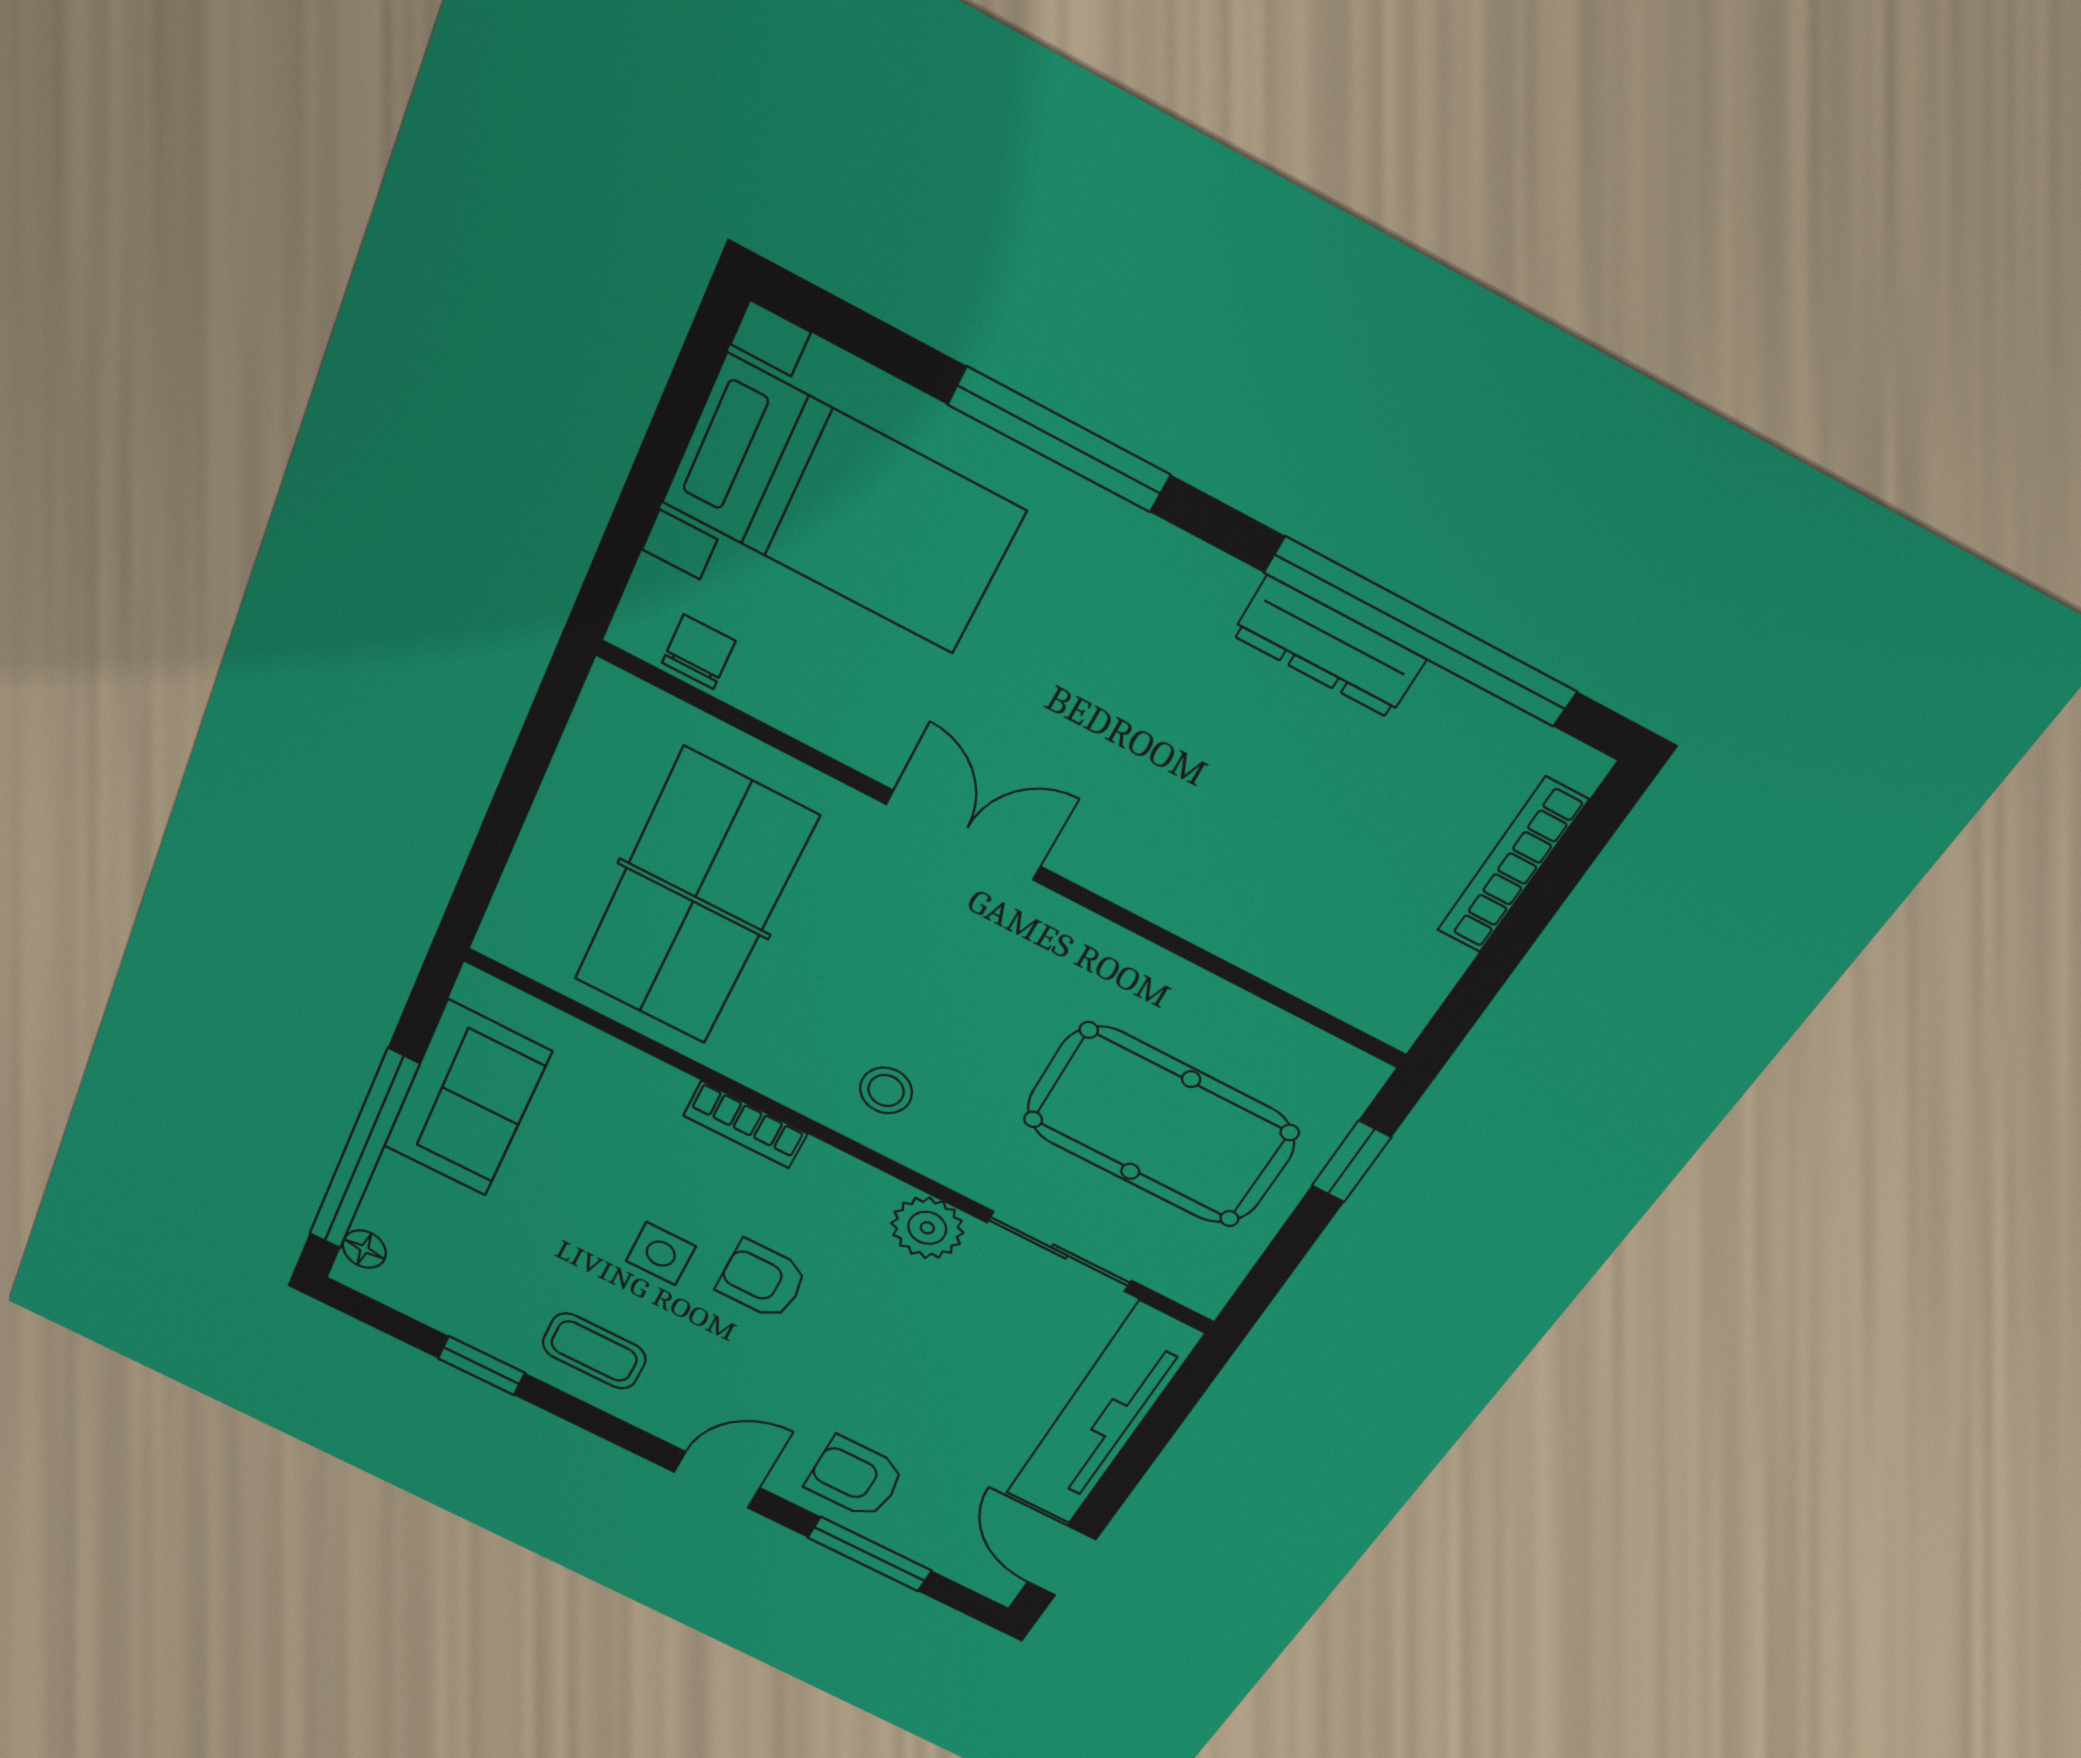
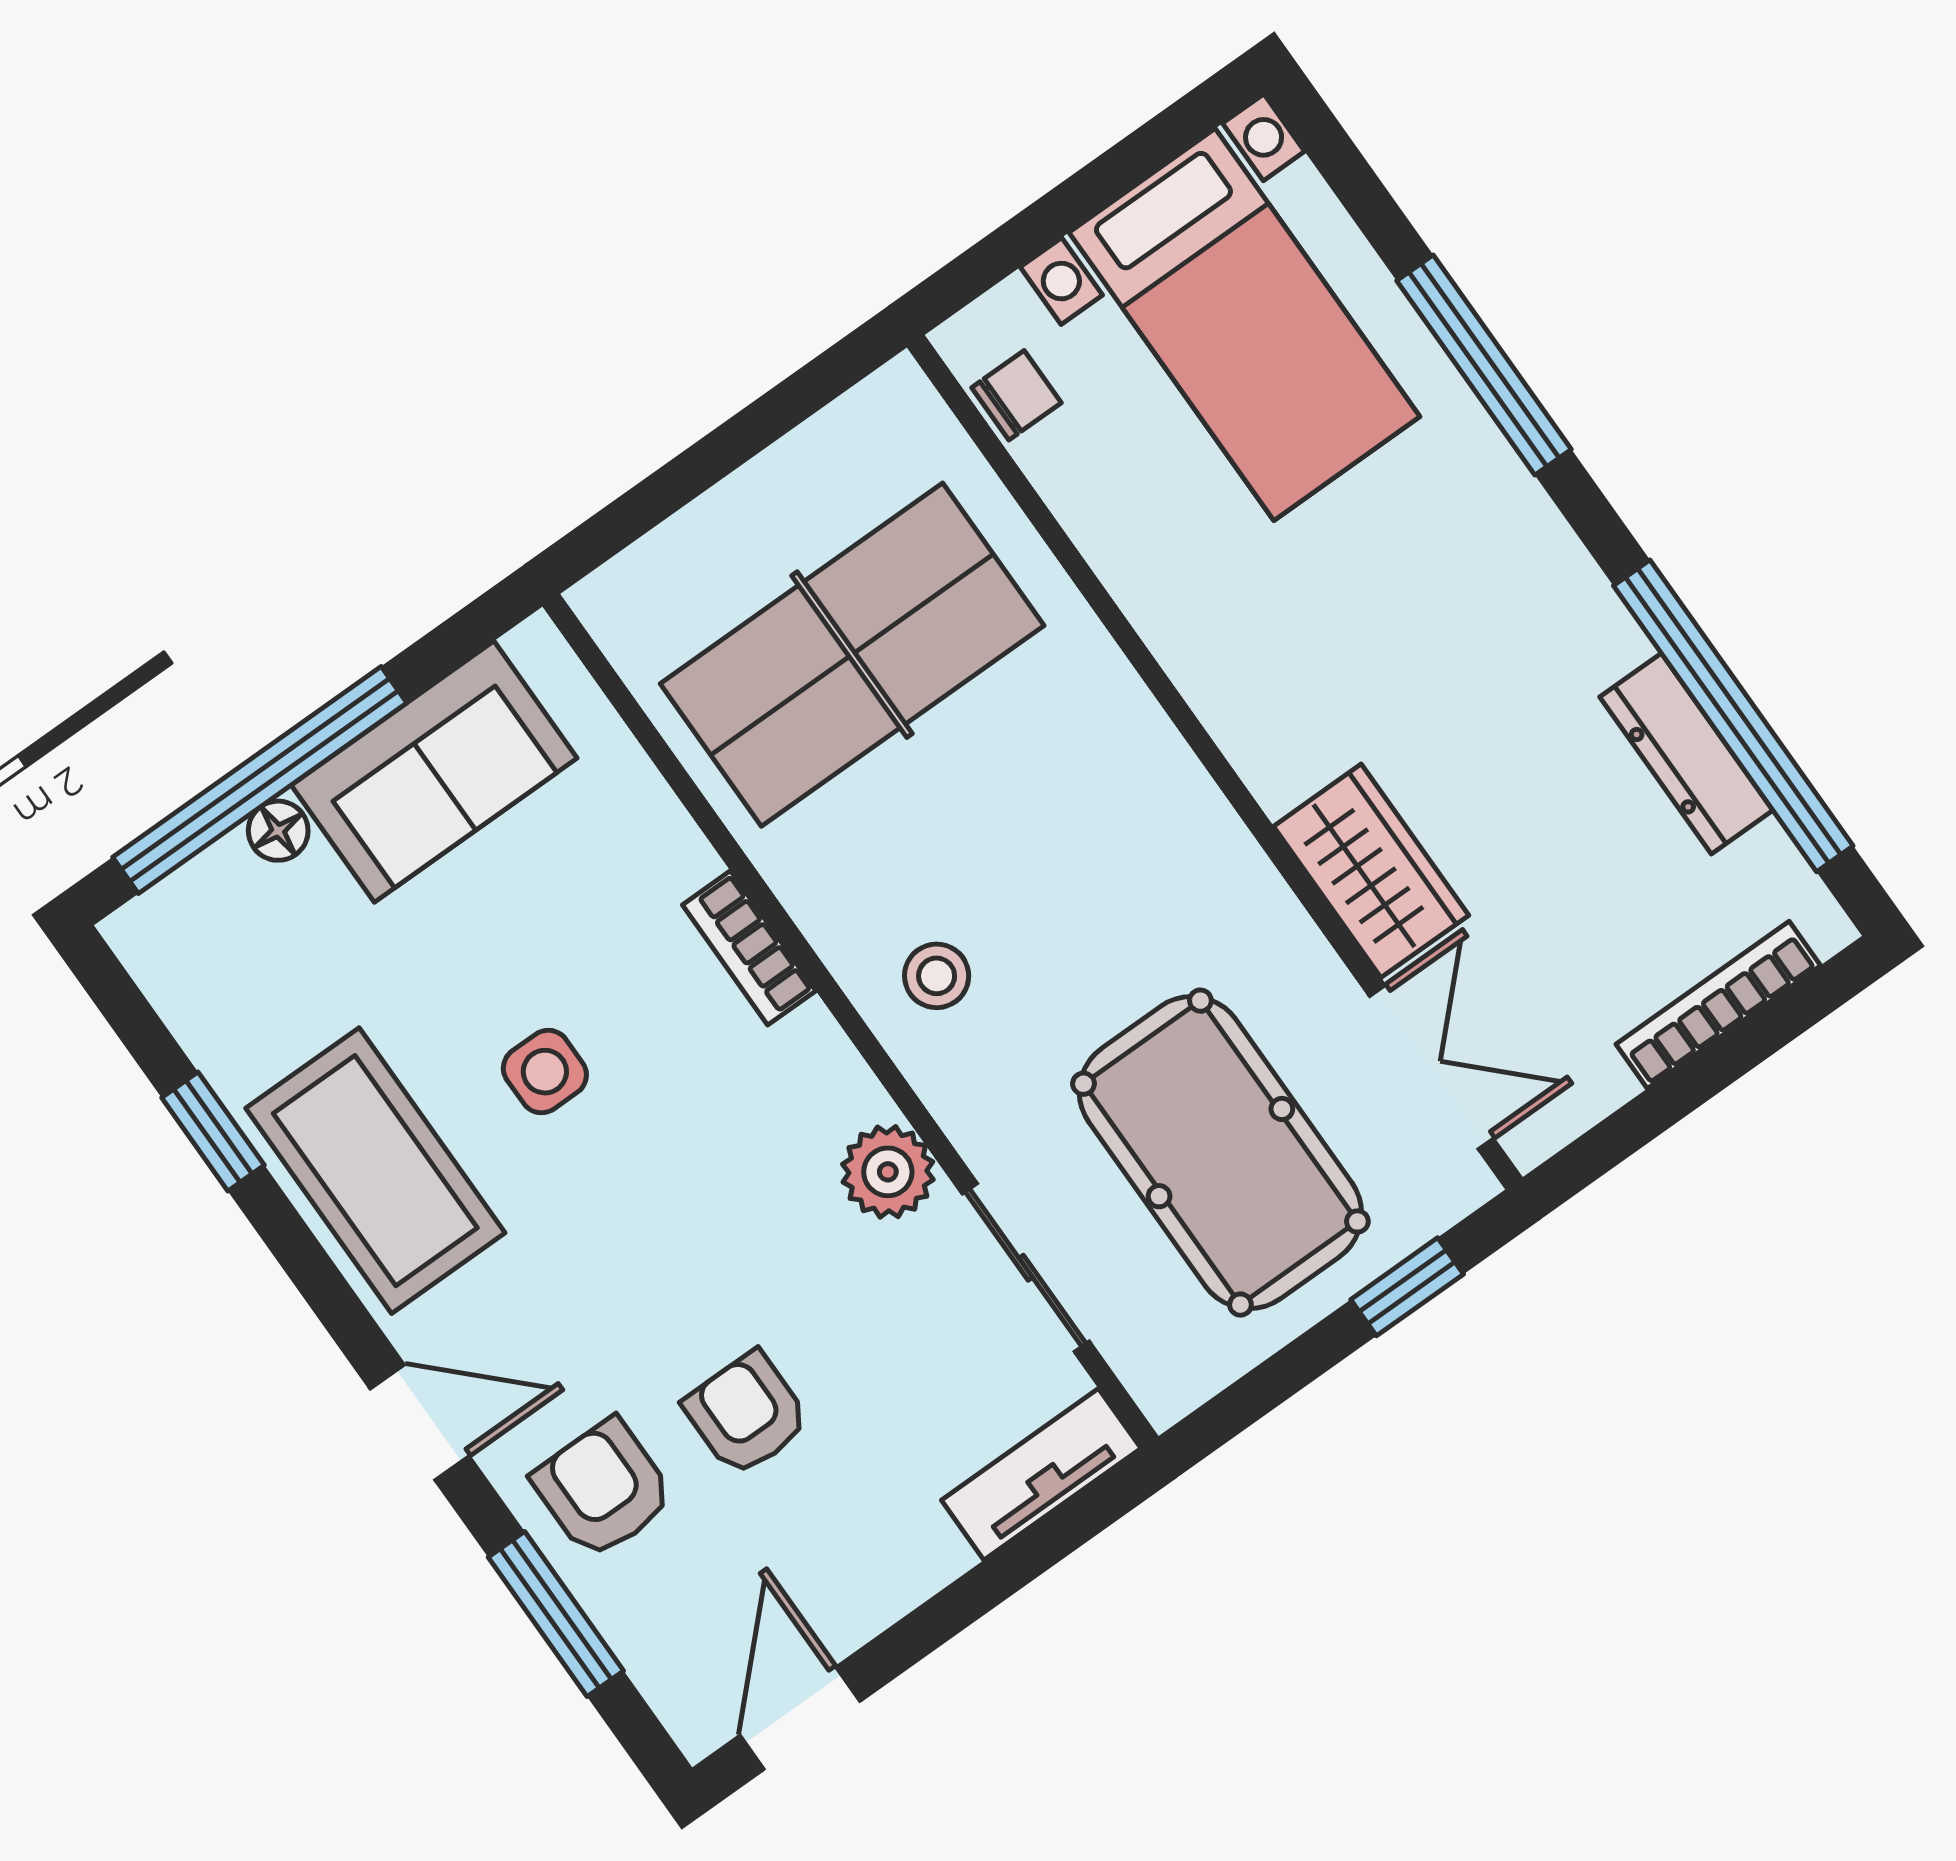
dresser: (1329, 647) -> (1686, 754), moved
double door: (963, 835) -> (1432, 1067), moved
wardrobe: (1172, 884) -> (1371, 871), added
floor lamp: (364, 1249) -> (278, 831), moved
armchair: (762, 1280) -> (747, 1414), moved
coffee table: (594, 1351) -> (375, 1171), width x1.86, depth x1.72
tv unit: (1103, 1415) -> (1041, 1474), width x0.52, depth x0.78

